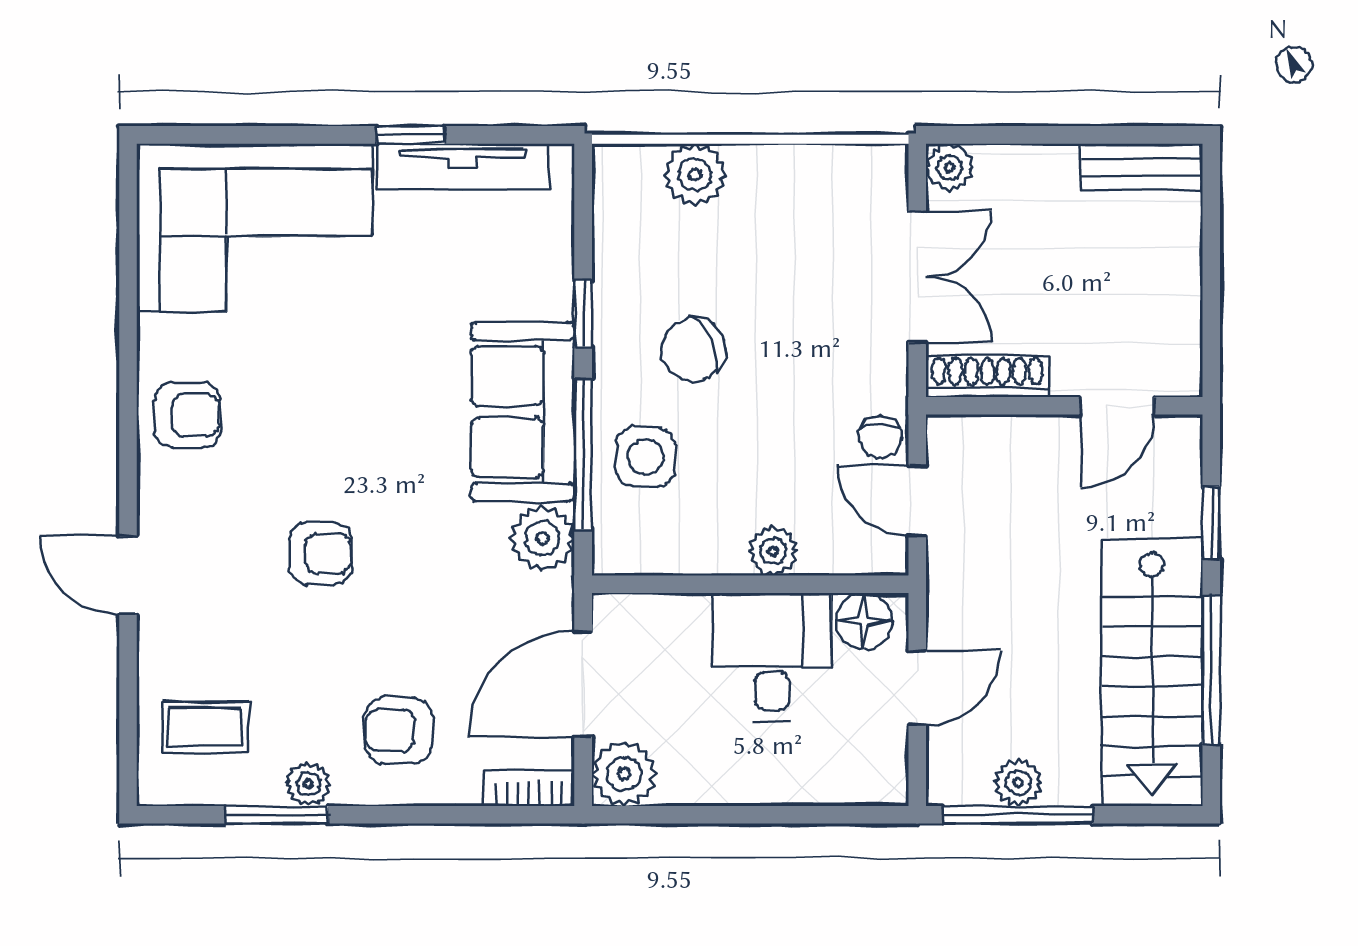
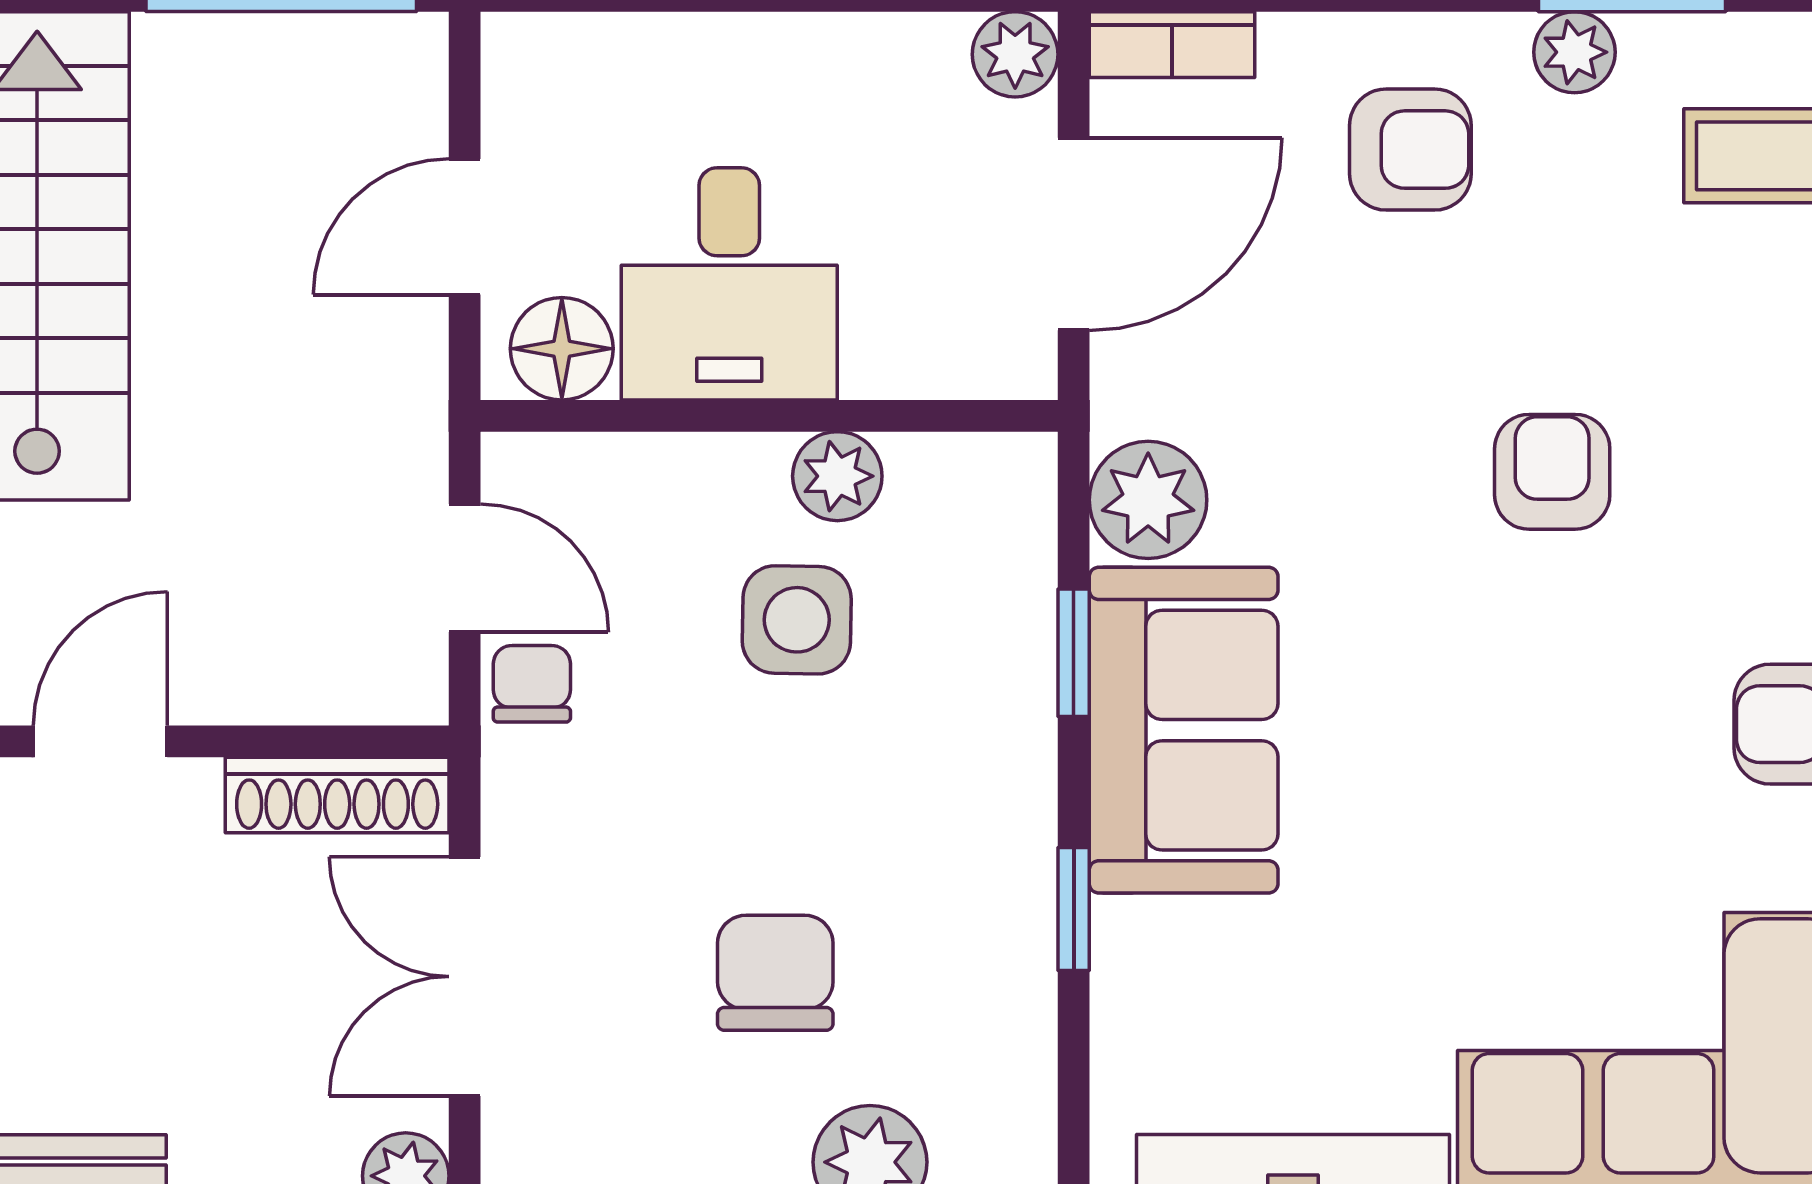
chair: (693, 349) -> (775, 973), moved, turned -64
window: (583, 454) -> (1074, 653), width x0.46
side table: (645, 457) -> (797, 620), moved
plant: (773, 551) -> (837, 476), moved
armchair: (321, 554) -> (1552, 472), turned 90
plant: (624, 774) -> (1015, 54), width x0.73, depth x0.73
plant: (1018, 782) -> (280, 55), removed

